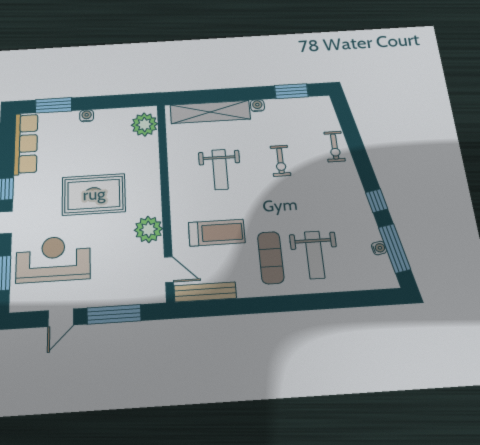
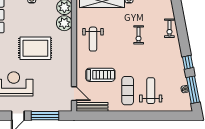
weight bench: (220, 169) -> (93, 39), moved
plant: (148, 229) -> (64, 23), moved
weight bench: (315, 255) -> (151, 91), turned 180

